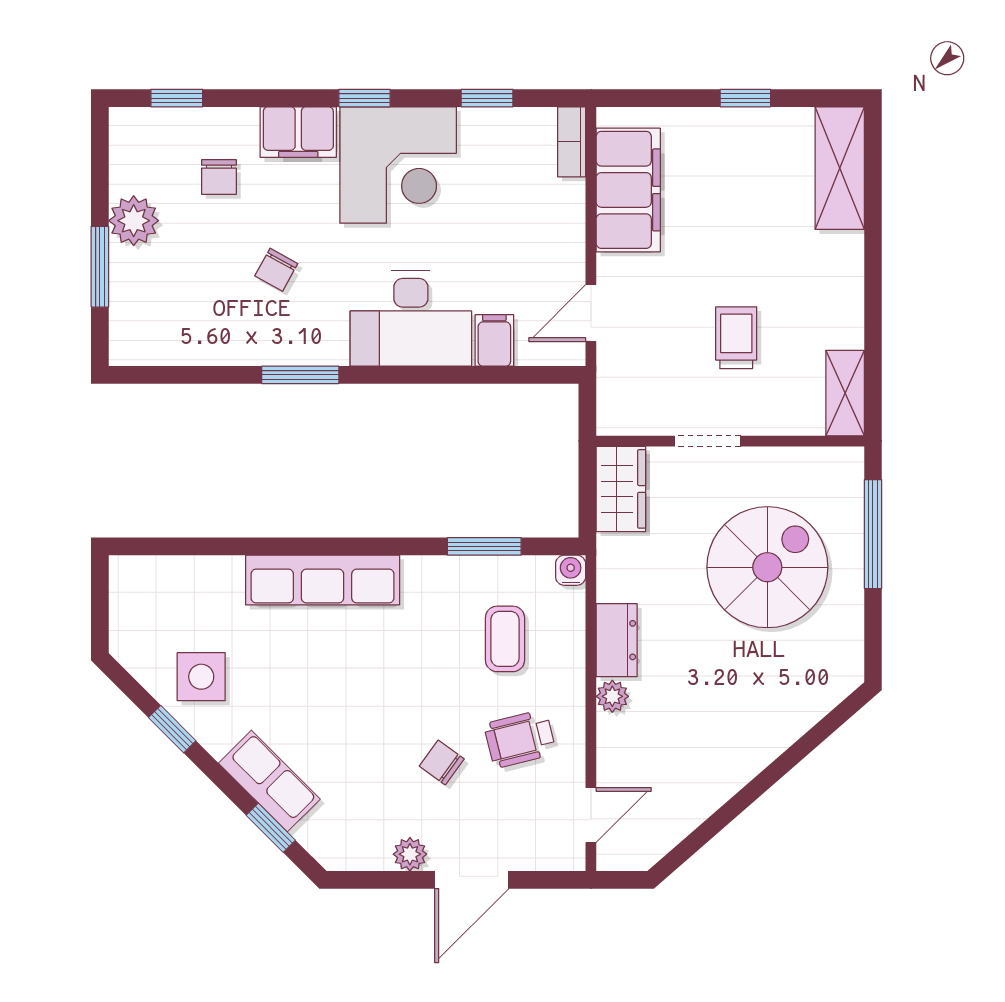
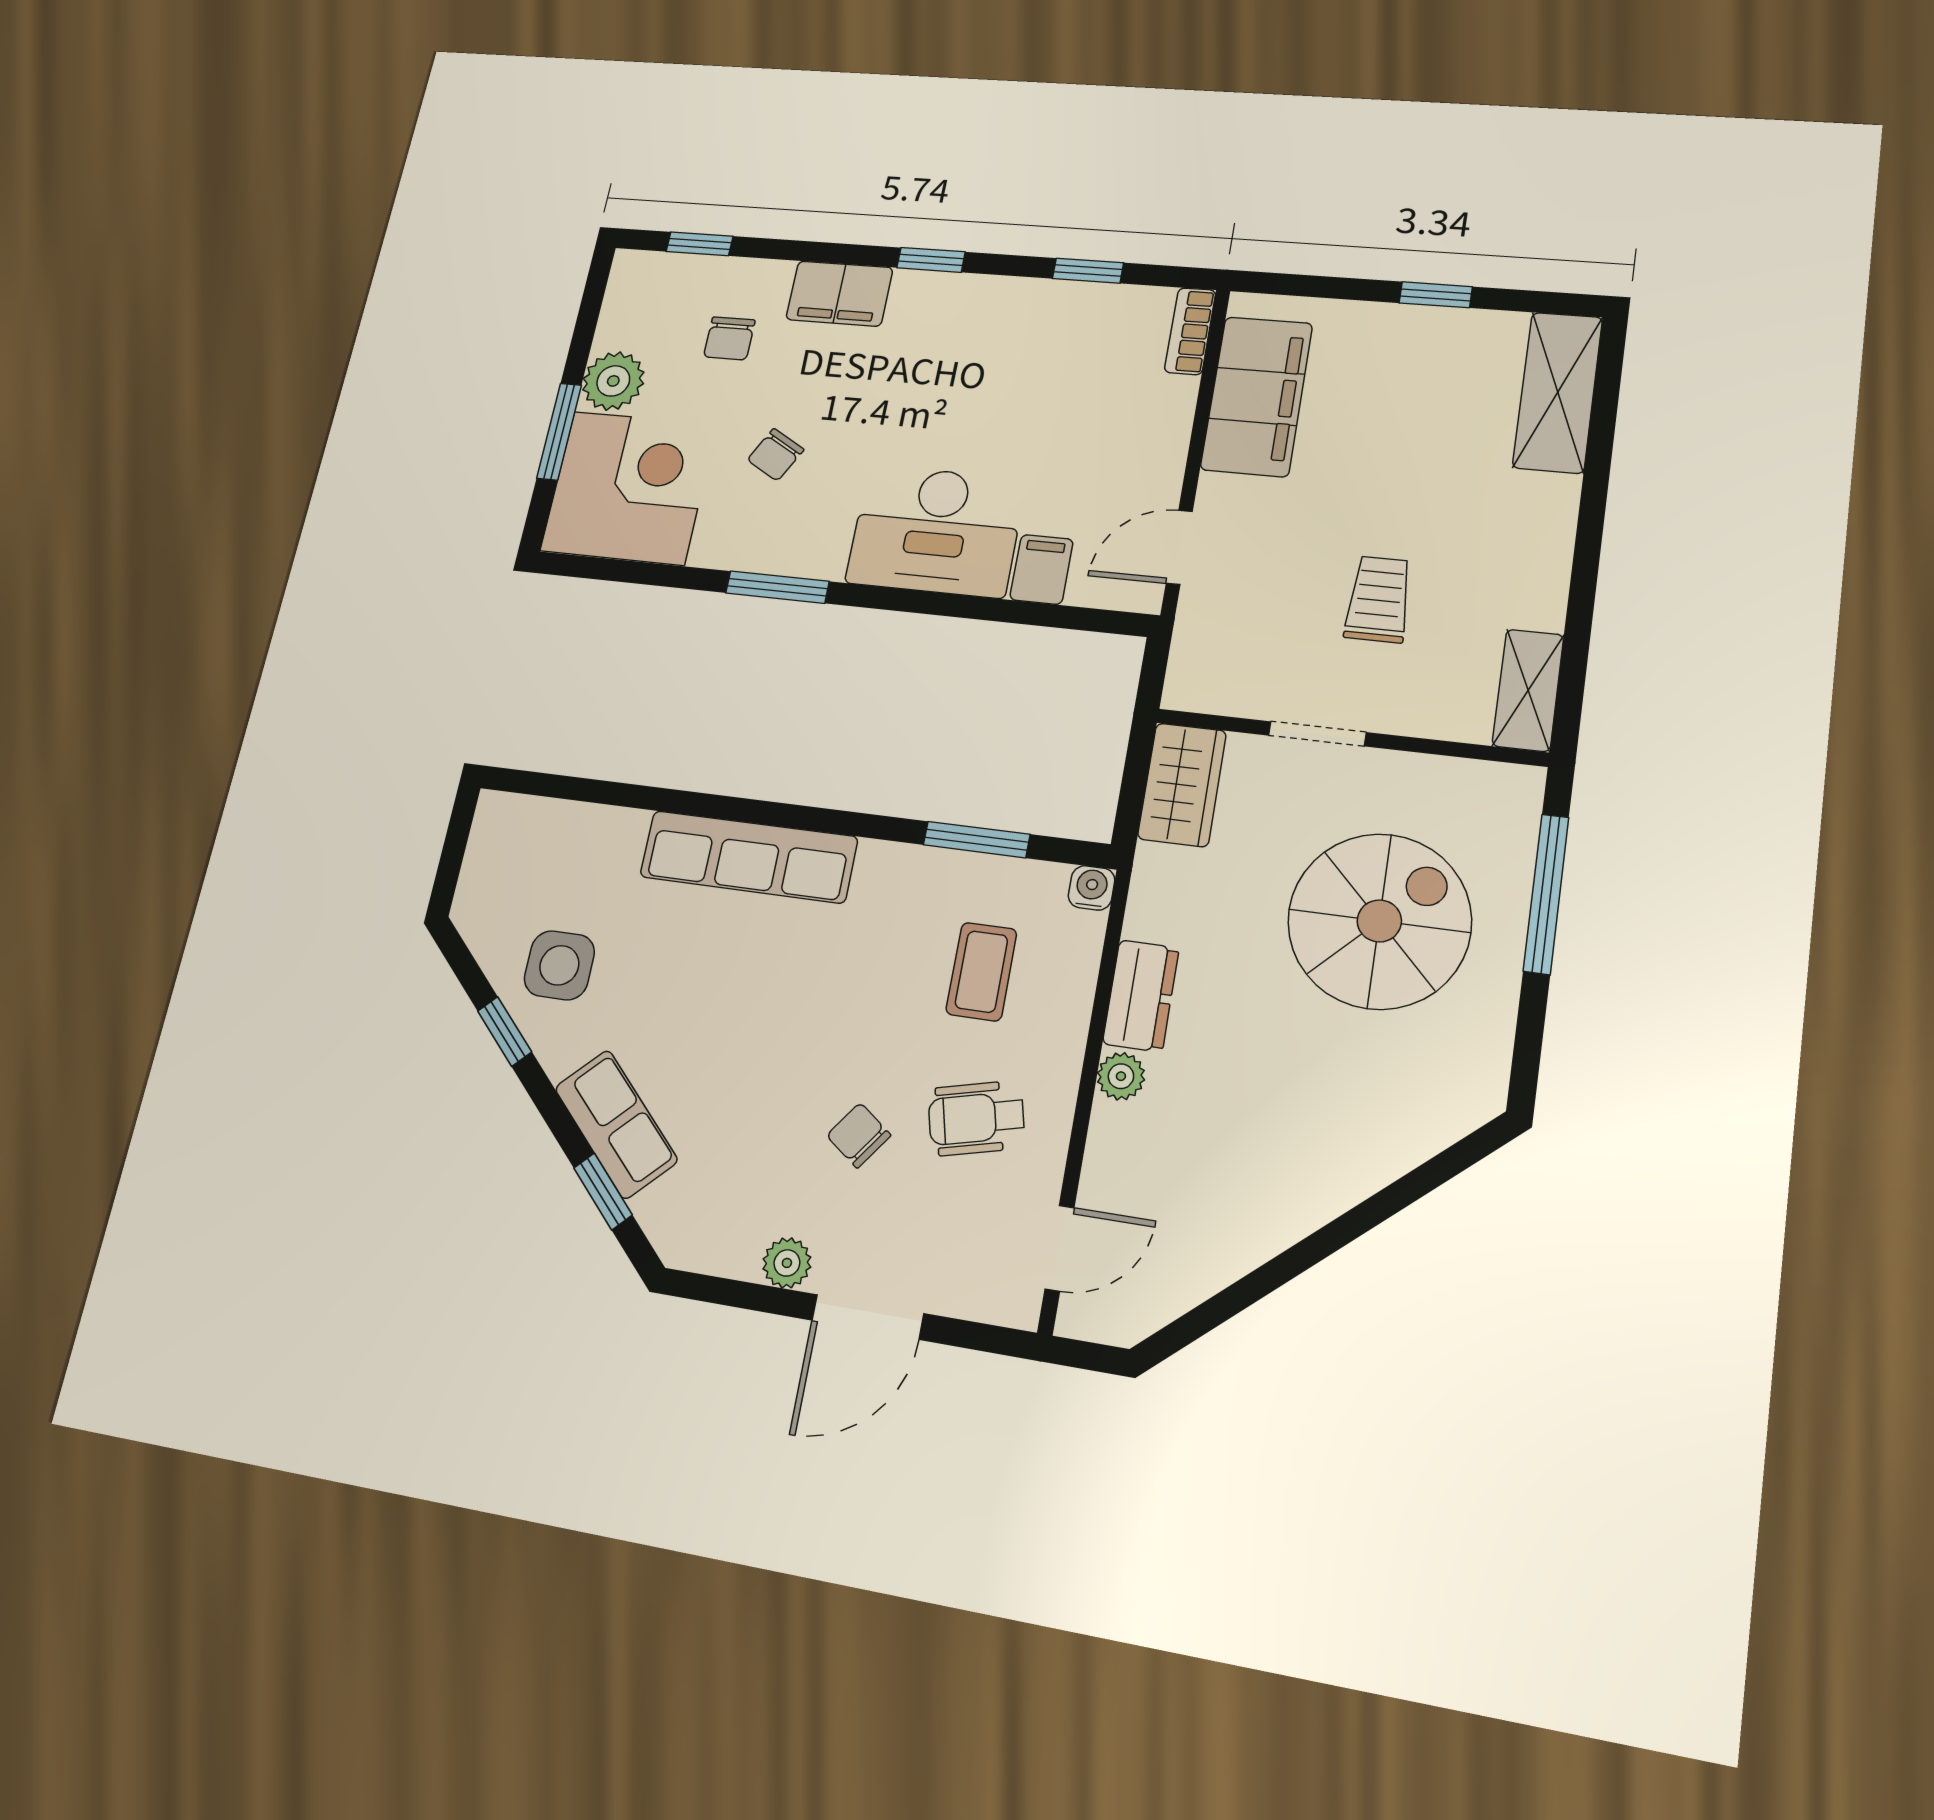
corner desk: (398, 165) -> (629, 488), moved, turned -90

